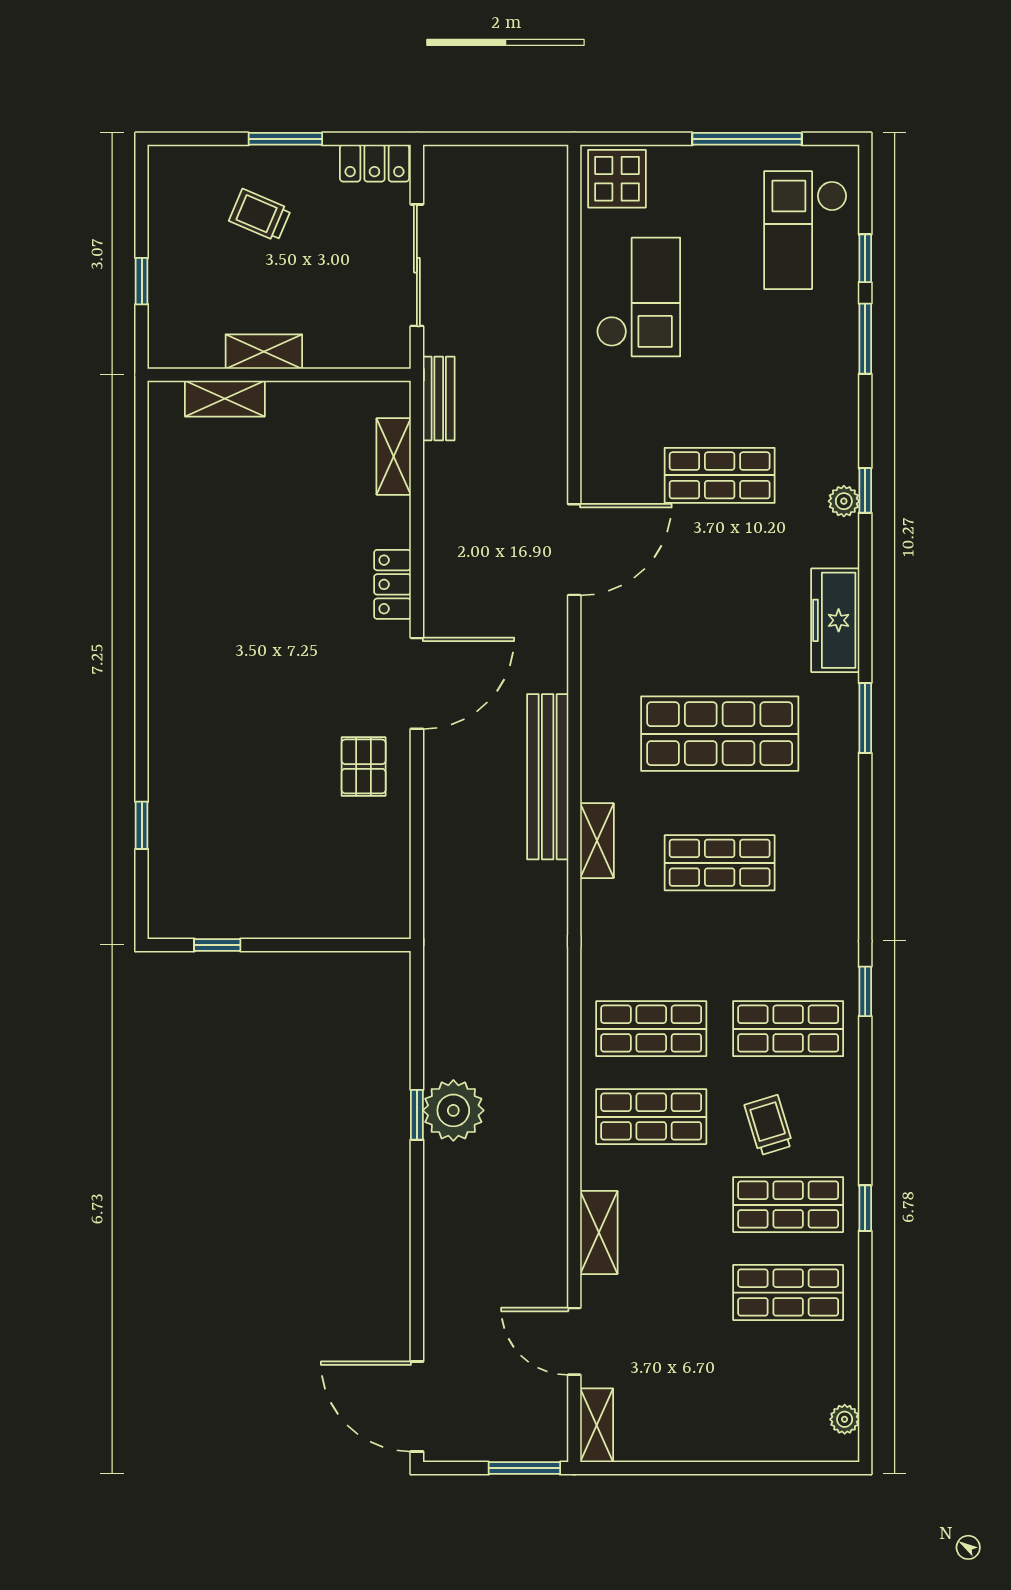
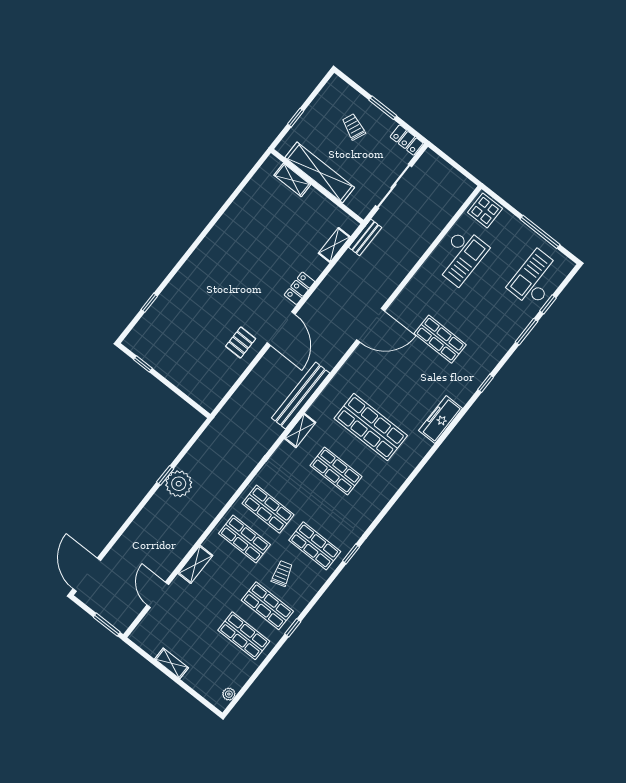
shelving: (264, 352) -> (320, 172), width x2.20, depth x1.33
plant: (844, 501) -> (475, 381), removed
door: (417, 683) -> (281, 328), hinge flipped
window: (865, 718) -> (424, 461), removed
shelving: (597, 1425) -> (172, 663), moved, turned 90

